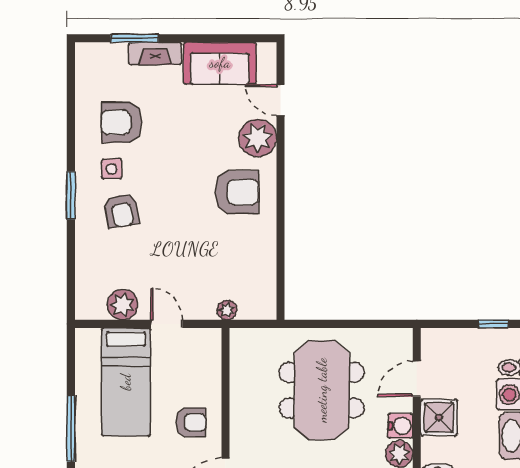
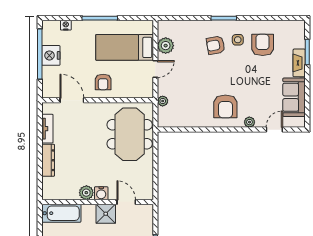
plant: (258, 138) -> (249, 122), width x0.53, depth x0.53
meeting table: (322, 390) -> (130, 134), moved, turned 90

